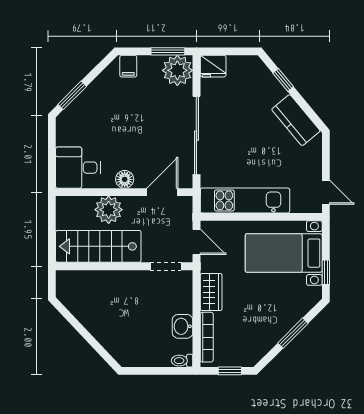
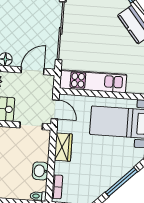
window: (293, 333) -> (121, 182), width x1.44
bookcase: (207, 337) -> (57, 187), width x0.64

